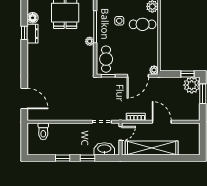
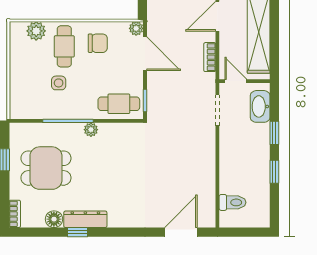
dresser: (33, 34) -> (85, 219), width x1.44
chair: (145, 46) -> (98, 43), added

